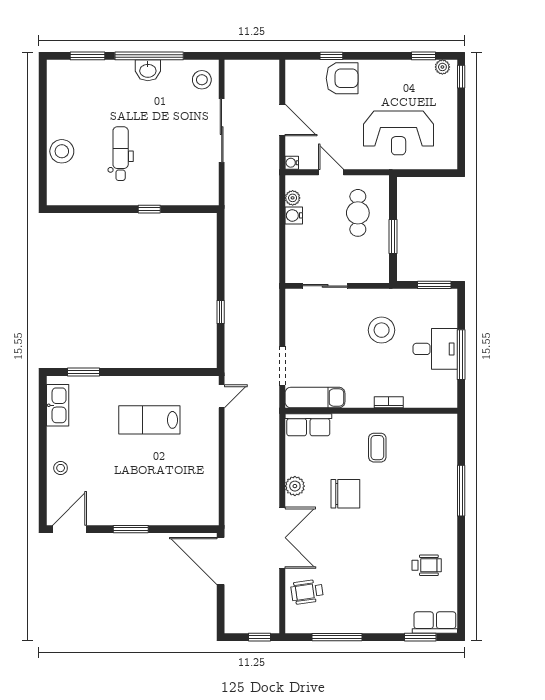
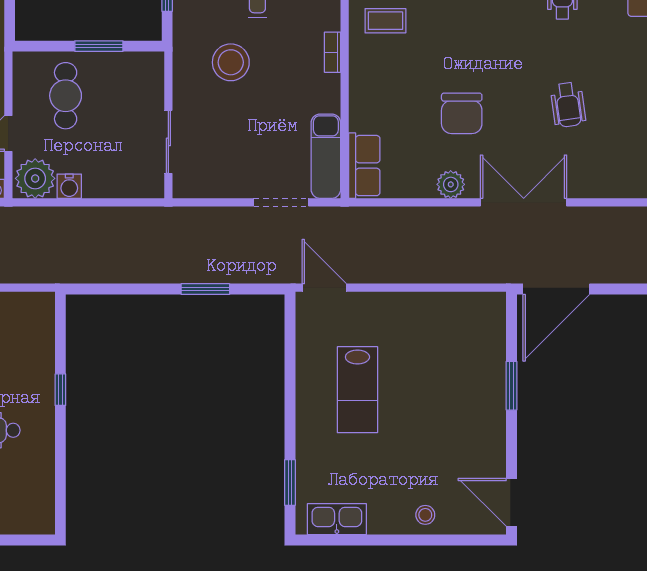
plant: (293, 198) -> (35, 178), width x1.88, depth x1.88
cafe table: (358, 213) -> (66, 96), turned 90
window: (221, 312) -> (205, 289), width x1.50
door: (222, 396) -> (324, 288), width x1.38
coffee table: (377, 448) -> (385, 21), moved
chair: (345, 494) -> (462, 113), turned 180
window: (131, 529) -> (511, 386), moved
wheelchair: (307, 592) -> (568, 105), moved

